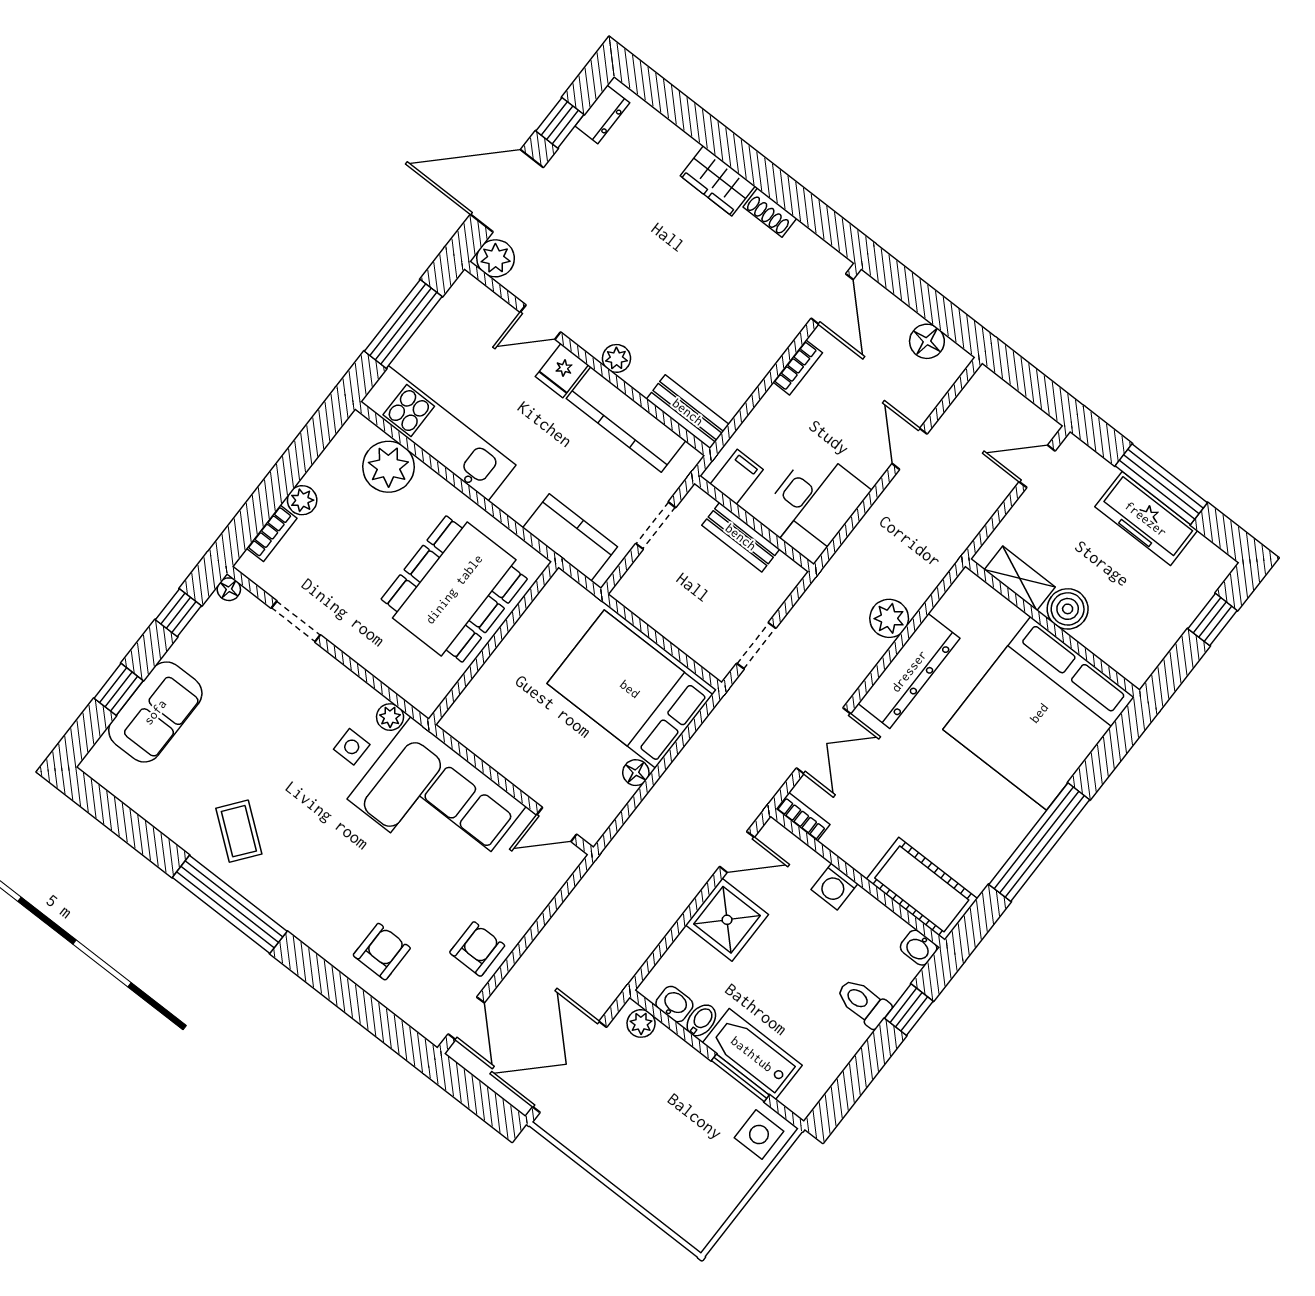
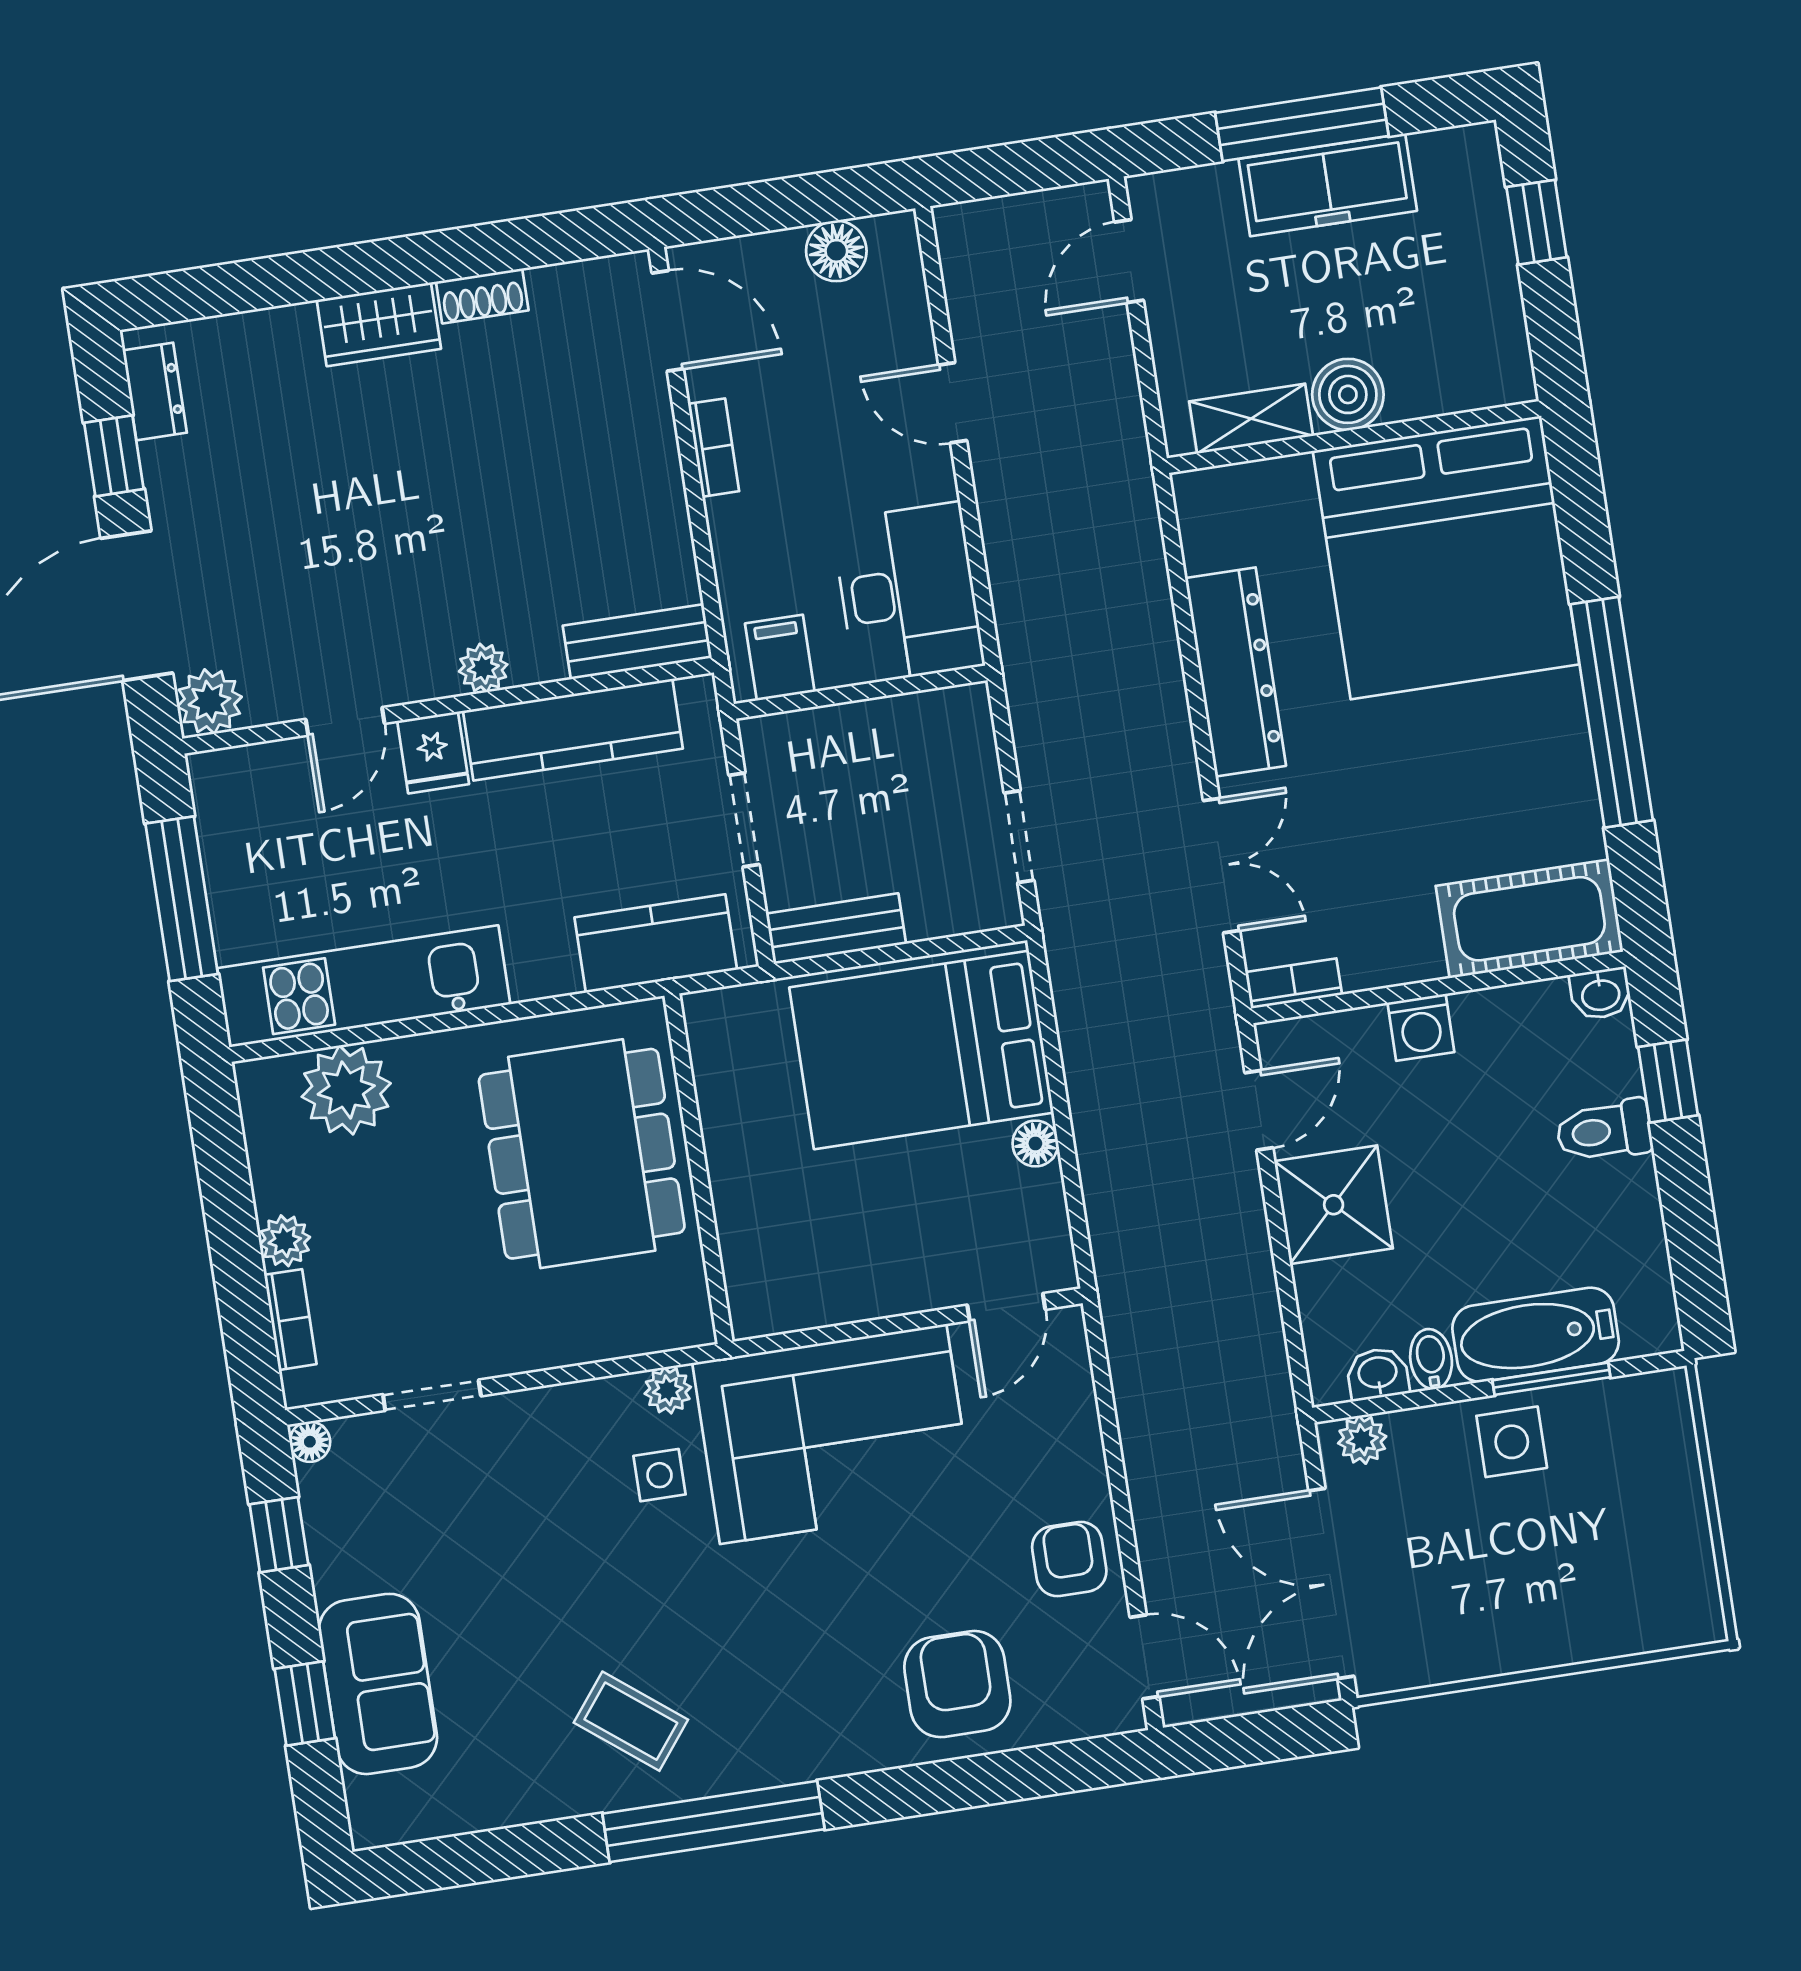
bench: (741, 537) -> (836, 929), moved
plant: (889, 618) -> (1144, 634), removed
armchair: (382, 952) -> (957, 1684), width x1.38, depth x1.38
side table: (759, 1135) -> (1512, 1442), moved

